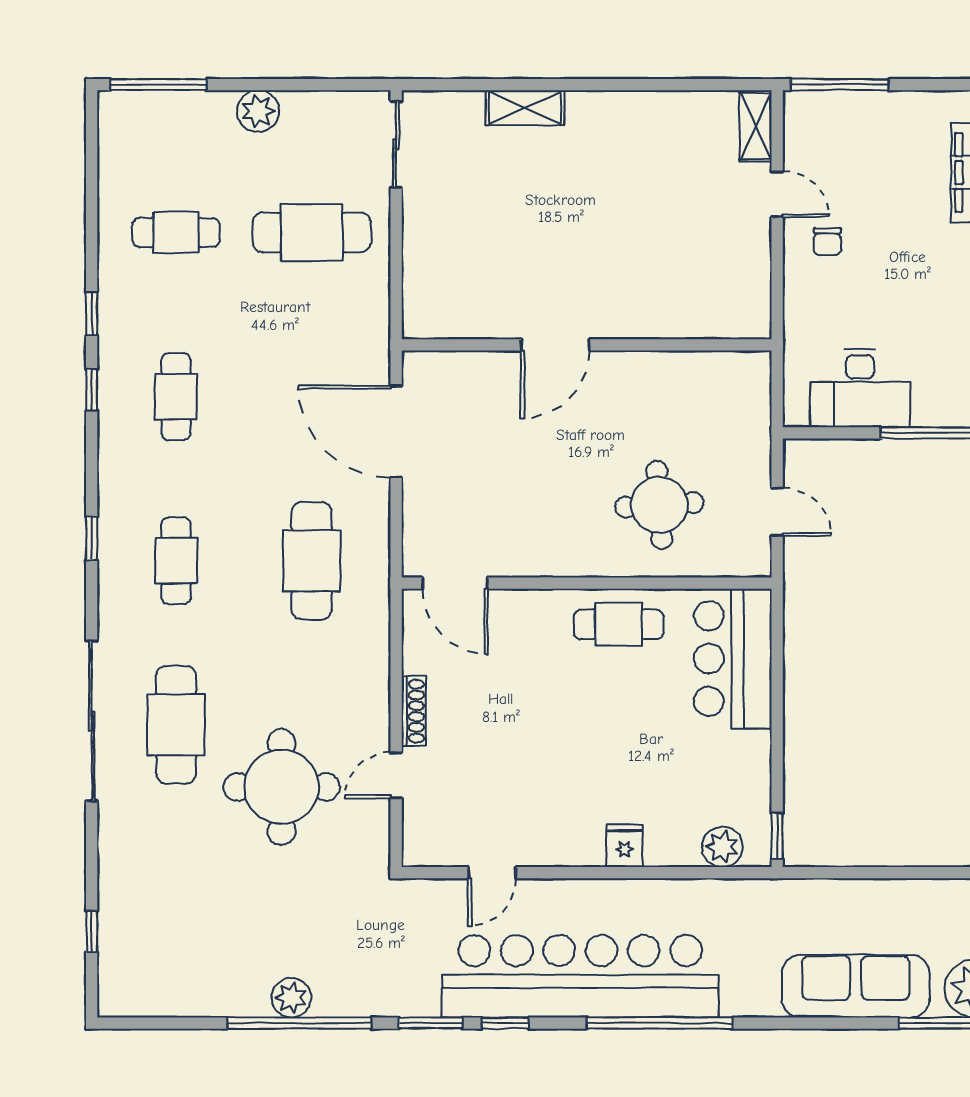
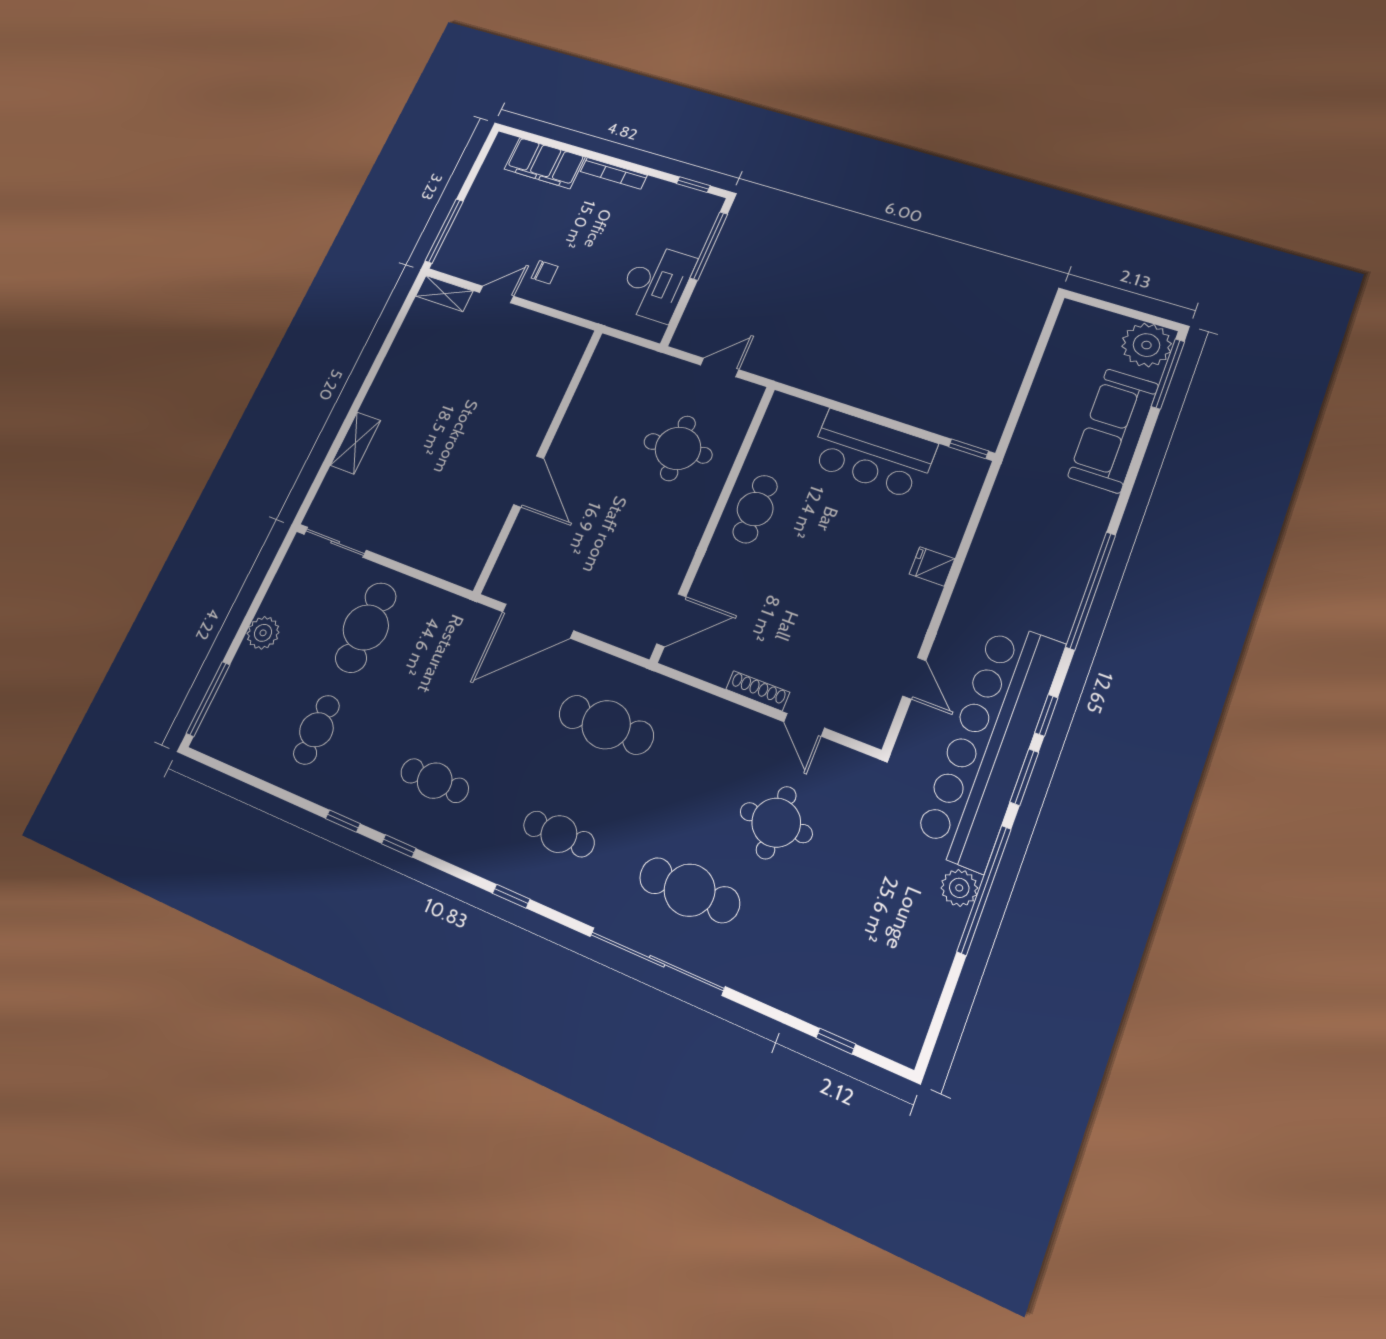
bar counter: (733, 659) -> (872, 454), moved
round table: (282, 787) -> (776, 823), width x0.73, depth x0.73
plant: (722, 847) -> (962, 492), removed
bar counter: (580, 976) -> (990, 744), moved

